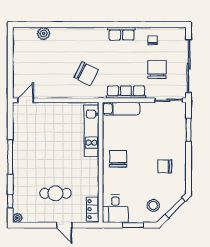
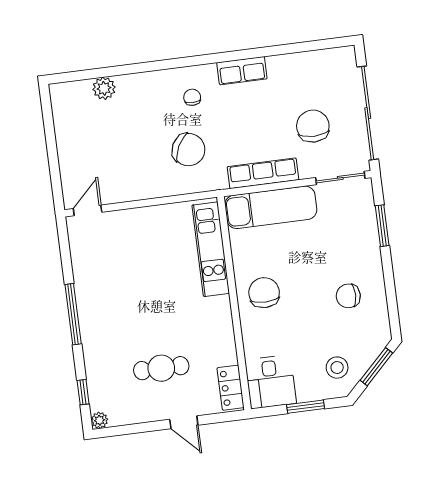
chair: (153, 40) -> (192, 97), moved
exam couch: (121, 109) -> (271, 207), width x1.36, depth x1.45

